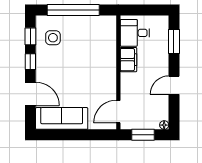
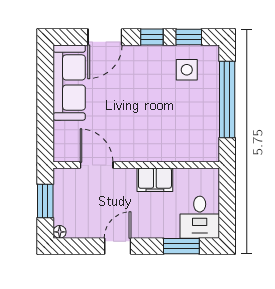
desk: (135, 33) -> (200, 217), moved, turned 180
door: (174, 85) -> (118, 246), hinge flipped
door: (118, 112) -> (97, 165), moved

